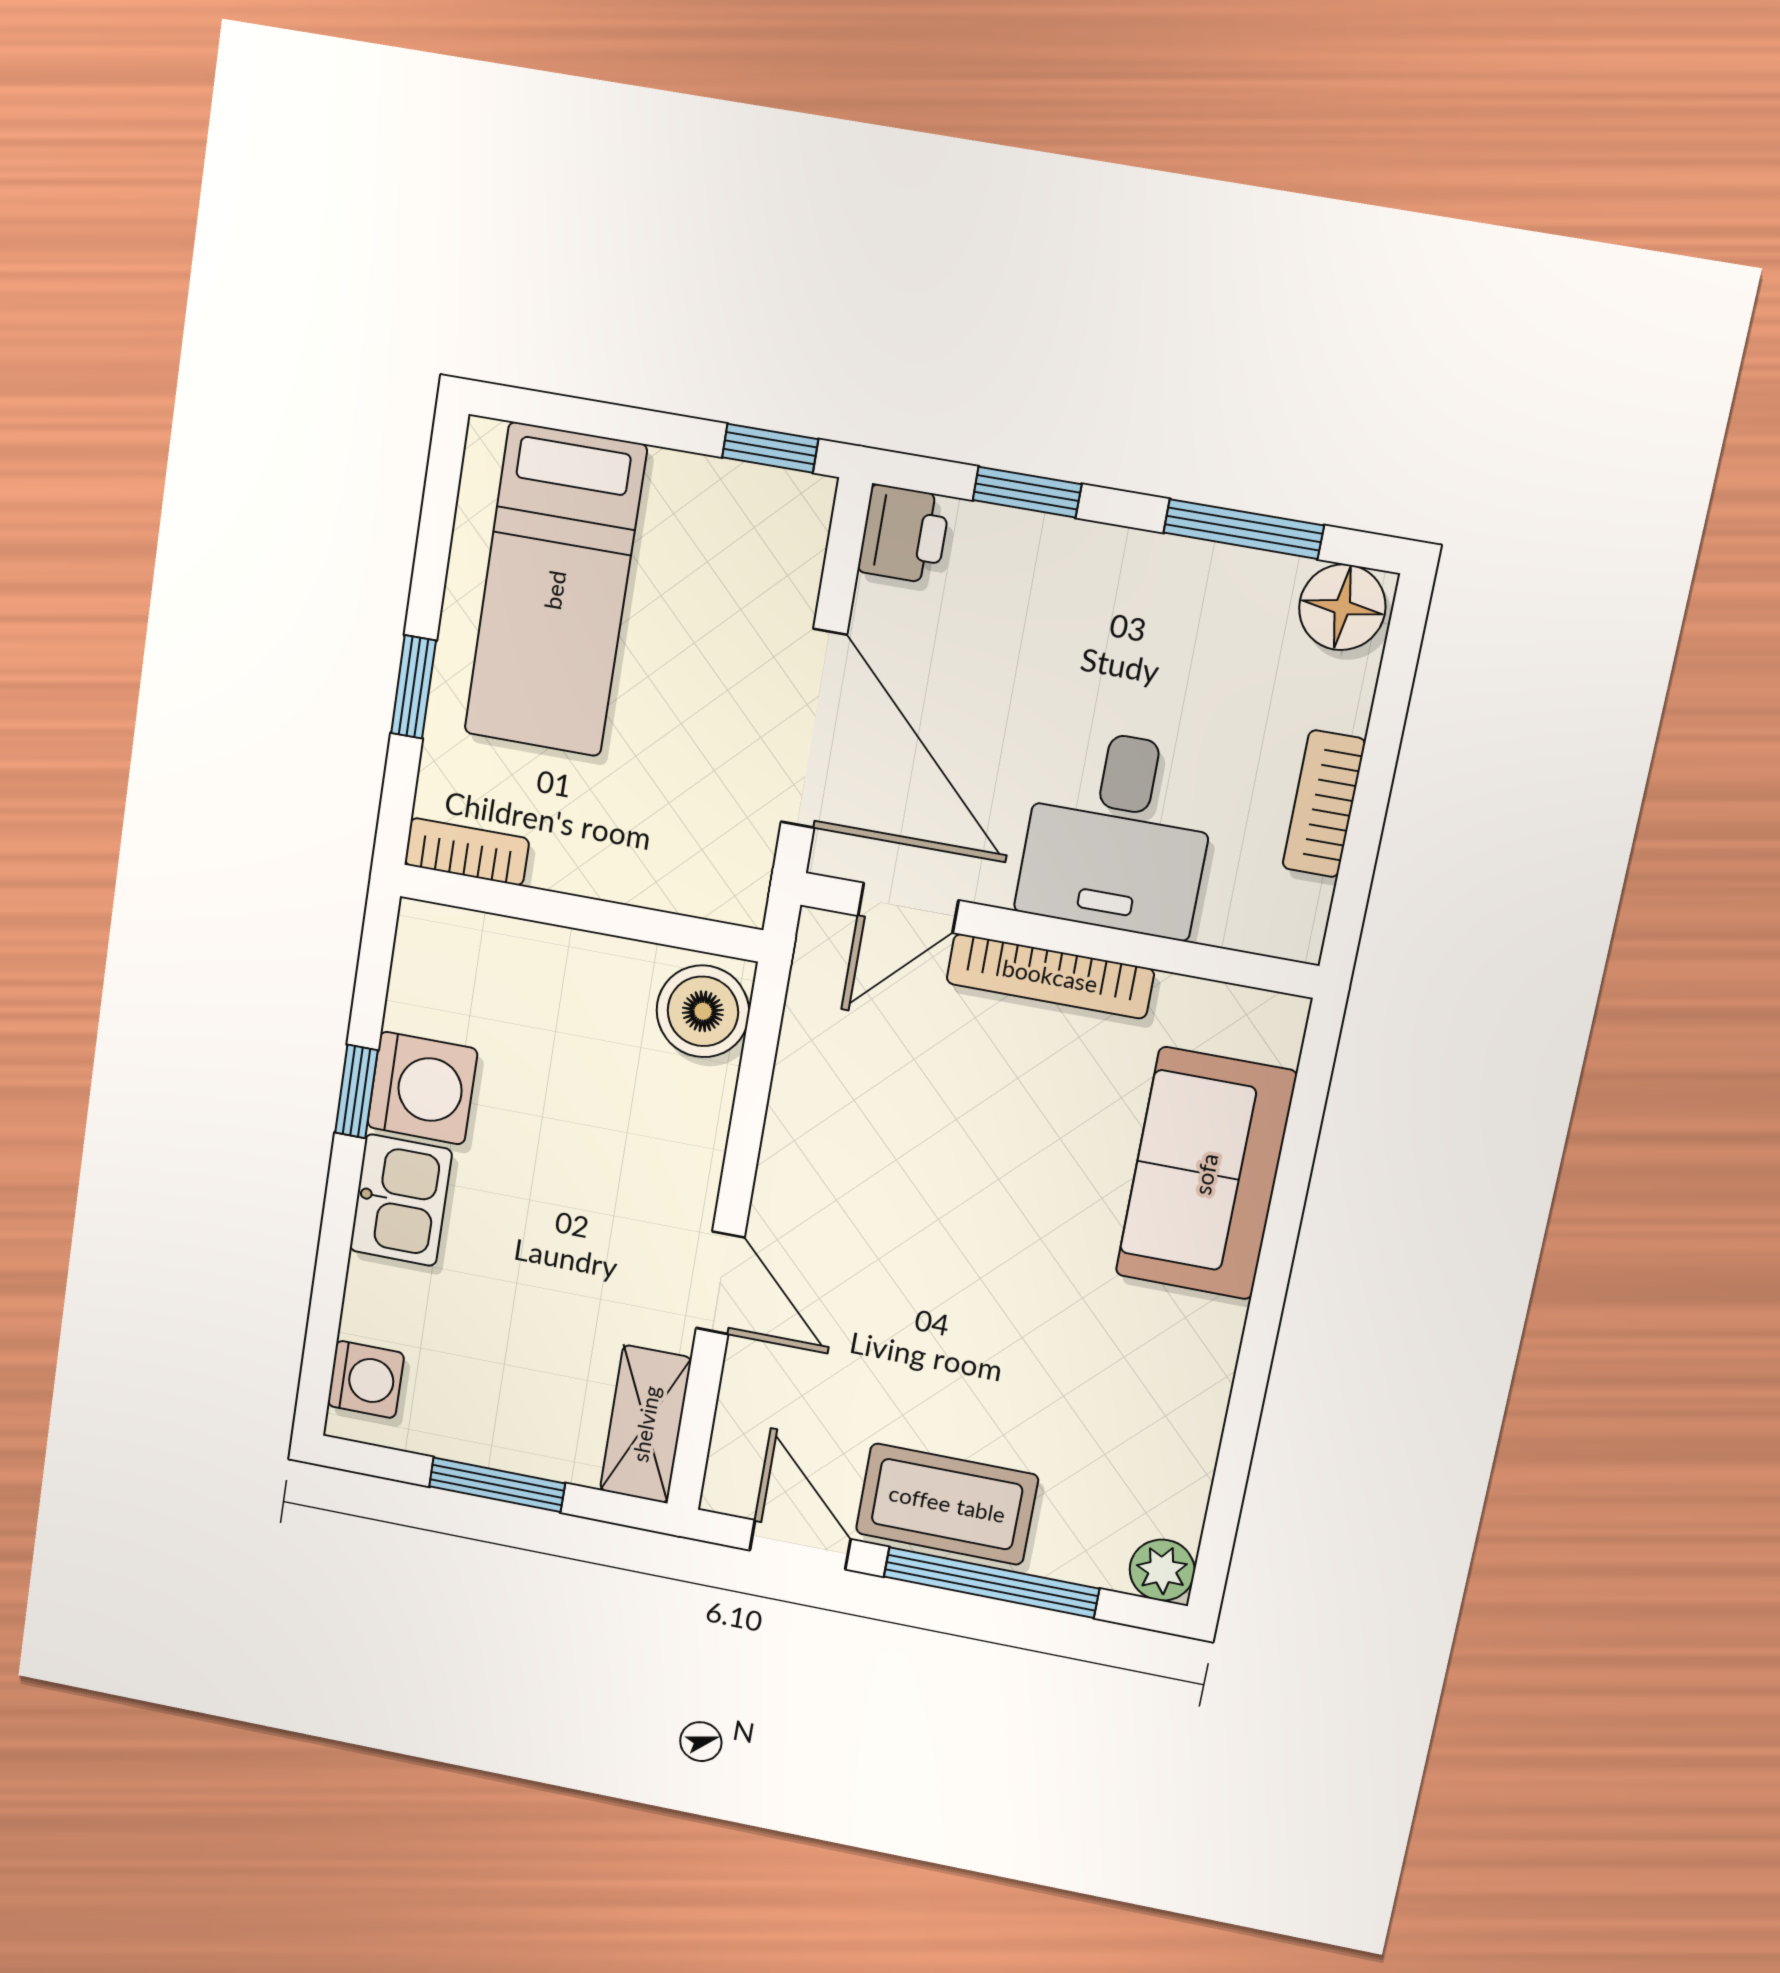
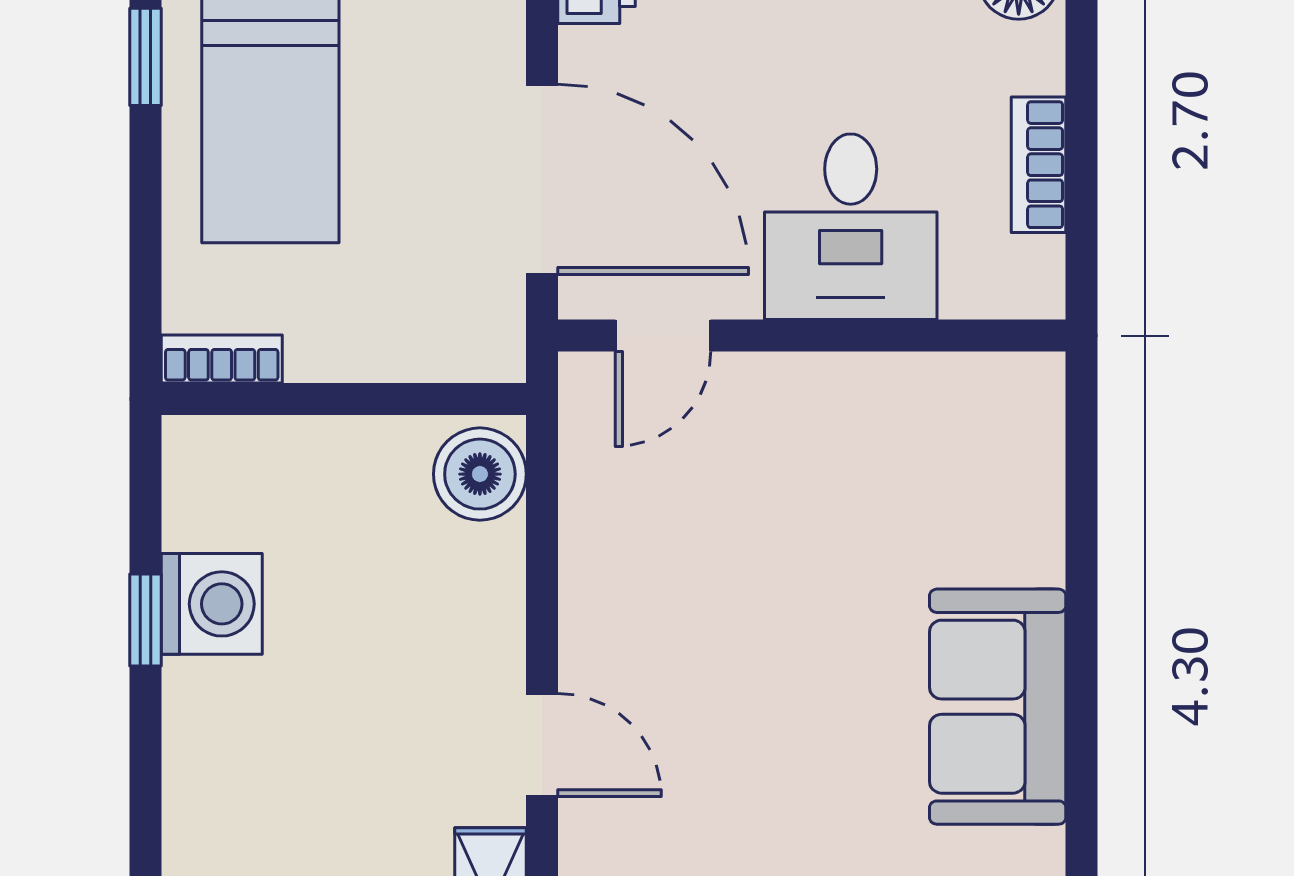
window: (414, 687) -> (145, 57), moved
bookcase: (1050, 976) -> (812, 377), removed
sofa: (1206, 1174) -> (998, 707), moved
kitchen sink: (401, 1200) -> (206, 723), removed

